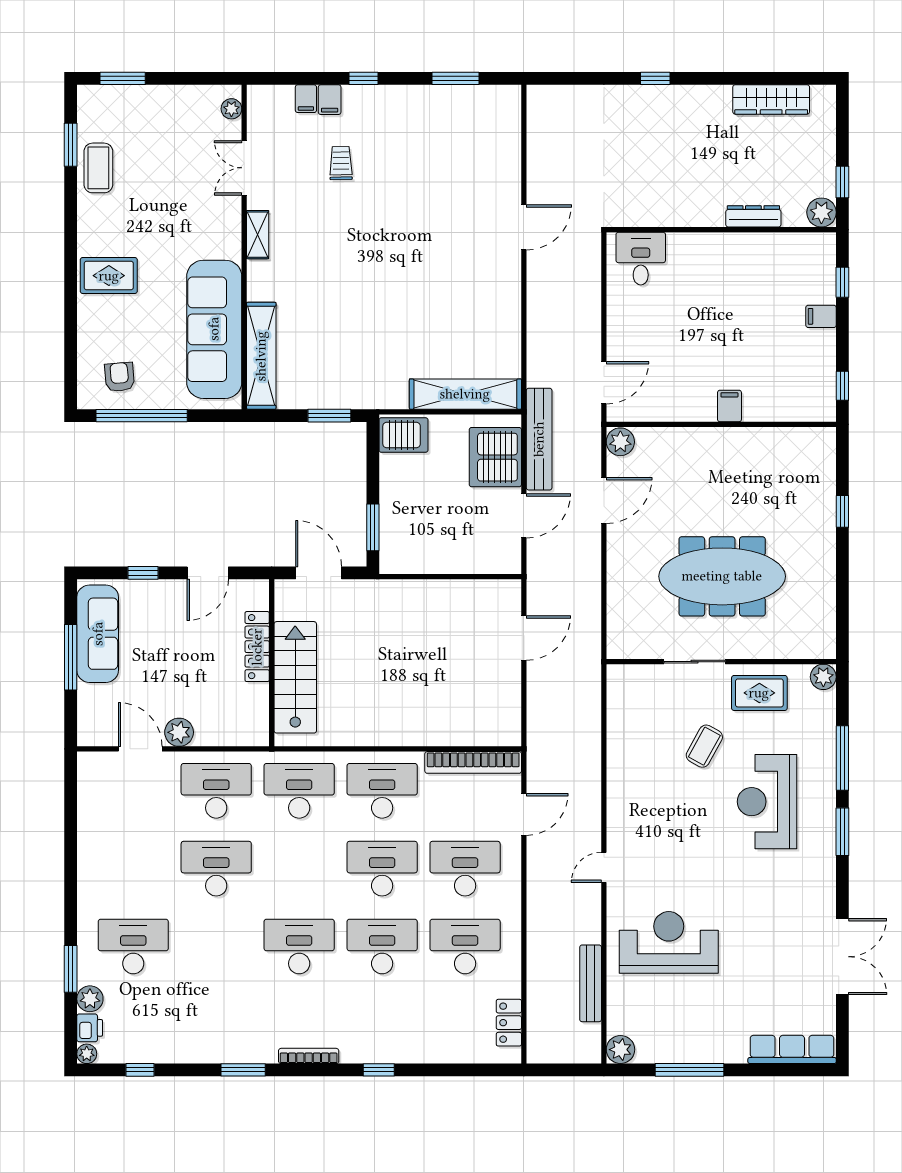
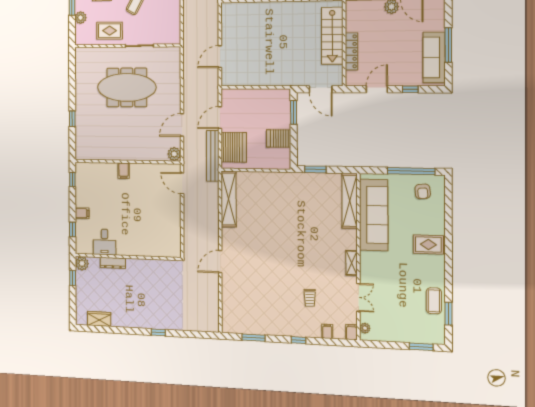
wardrobe: (771, 99) -> (99, 319), width x0.67
filing cabinet: (330, 100) -> (351, 332), moved
desk: (641, 259) -> (105, 242), moved
door: (604, 383) -> (182, 183), hinge flipped
shelving: (465, 394) -> (229, 199), moved, turned 90
server rack: (403, 435) -> (278, 138), moved
plant: (823, 677) -> (81, 18), moved

